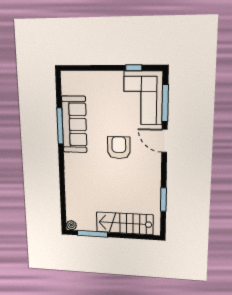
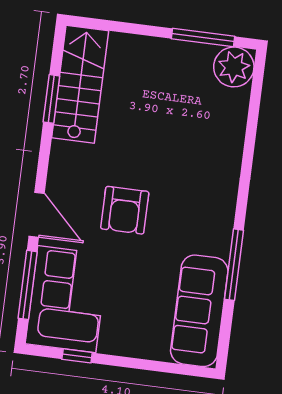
sofa: (74, 124) -> (199, 311), moved
stairs: (125, 223) -> (80, 84), moved, turned -90
plant: (71, 225) -> (234, 67), width x1.88, depth x1.88

